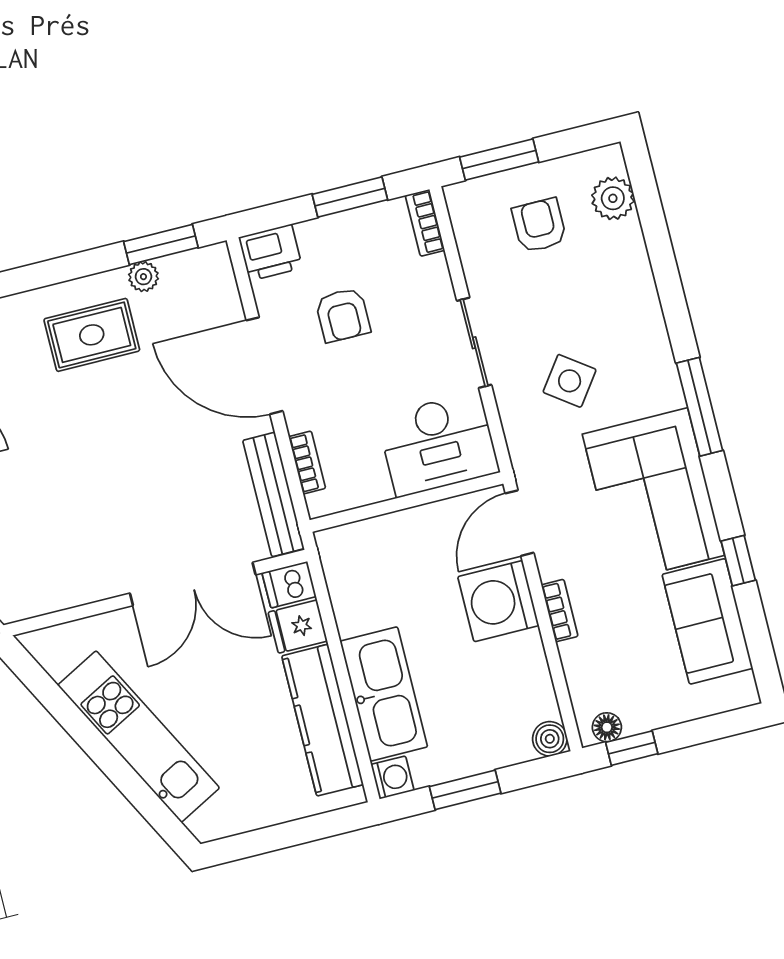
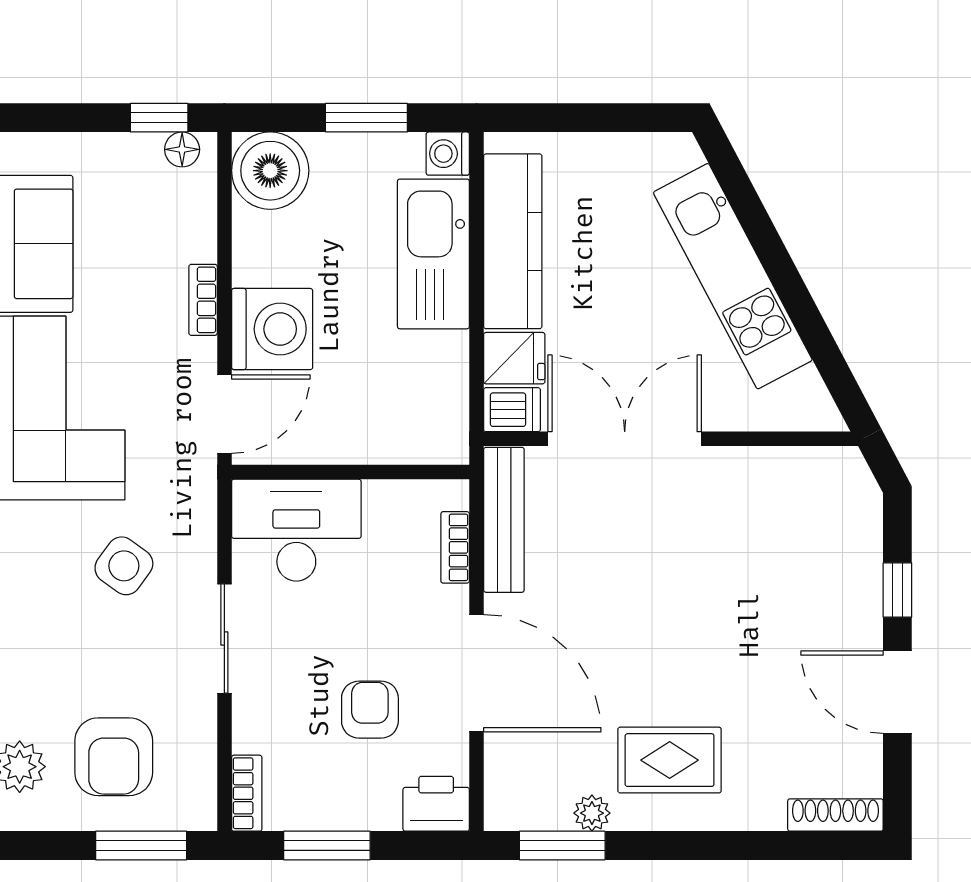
armchair: (539, 225) -> (114, 757), width x1.38, depth x1.38
boiler: (550, 739) -> (270, 171), width x1.86, depth x1.86

